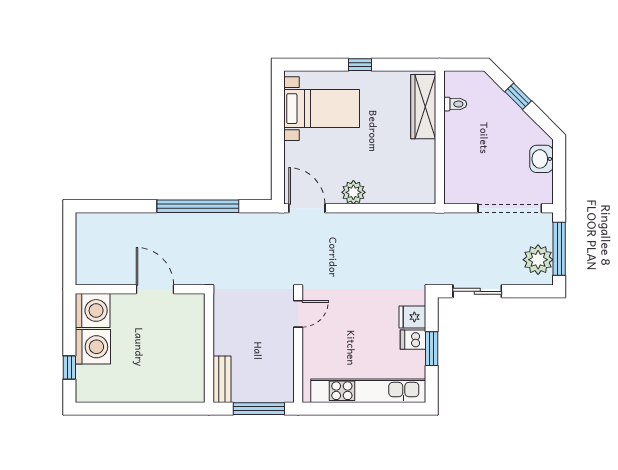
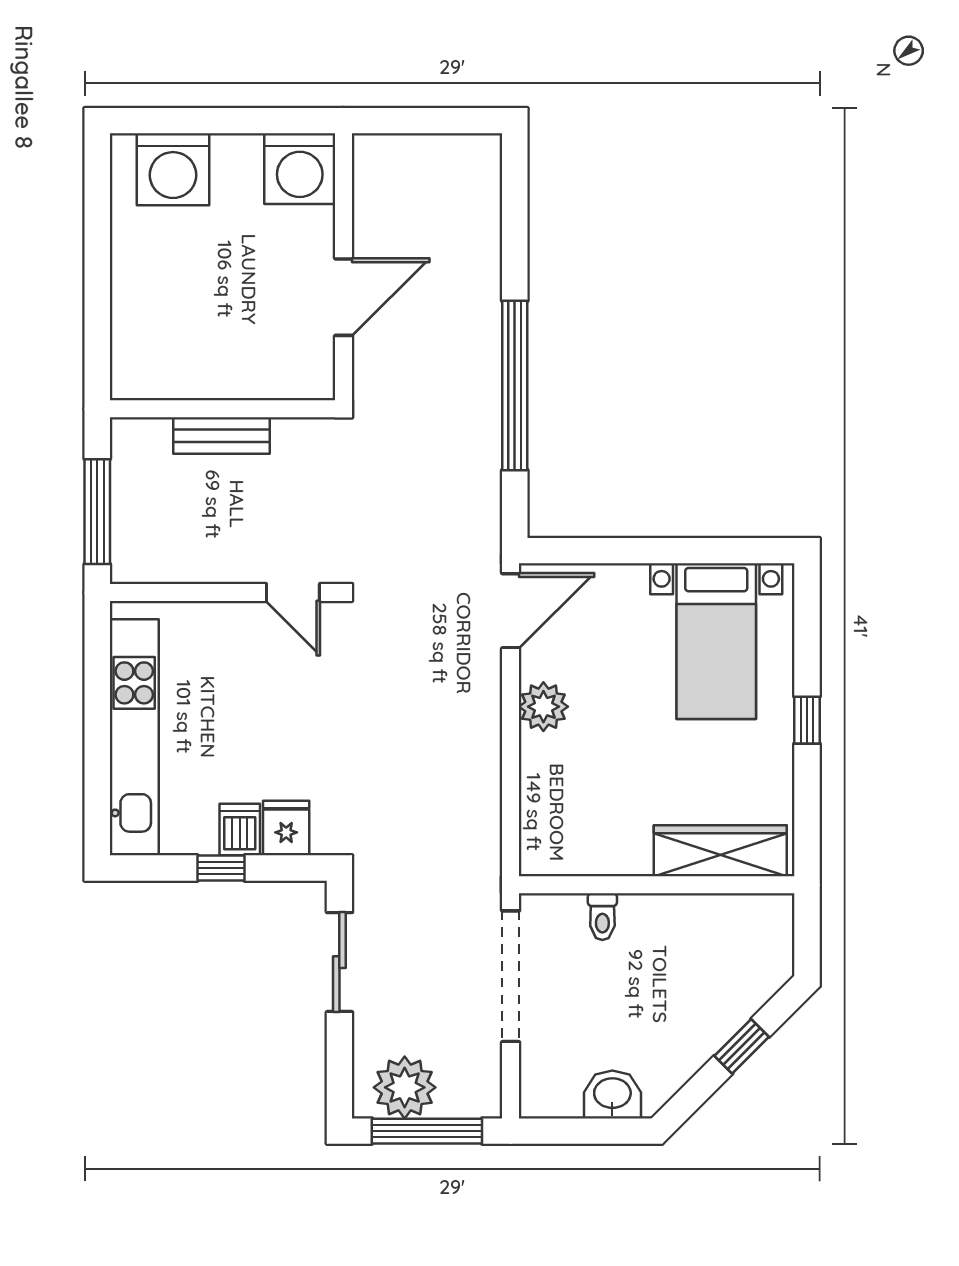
toilet: (455, 104) -> (602, 917), moved
doorway: (510, 208) -> (511, 976), moved
washing machine: (93, 347) -> (173, 169), moved
window: (432, 349) -> (221, 868), width x0.67
window: (69, 367) -> (182, 121), removed
bench: (222, 379) -> (221, 436), moved

